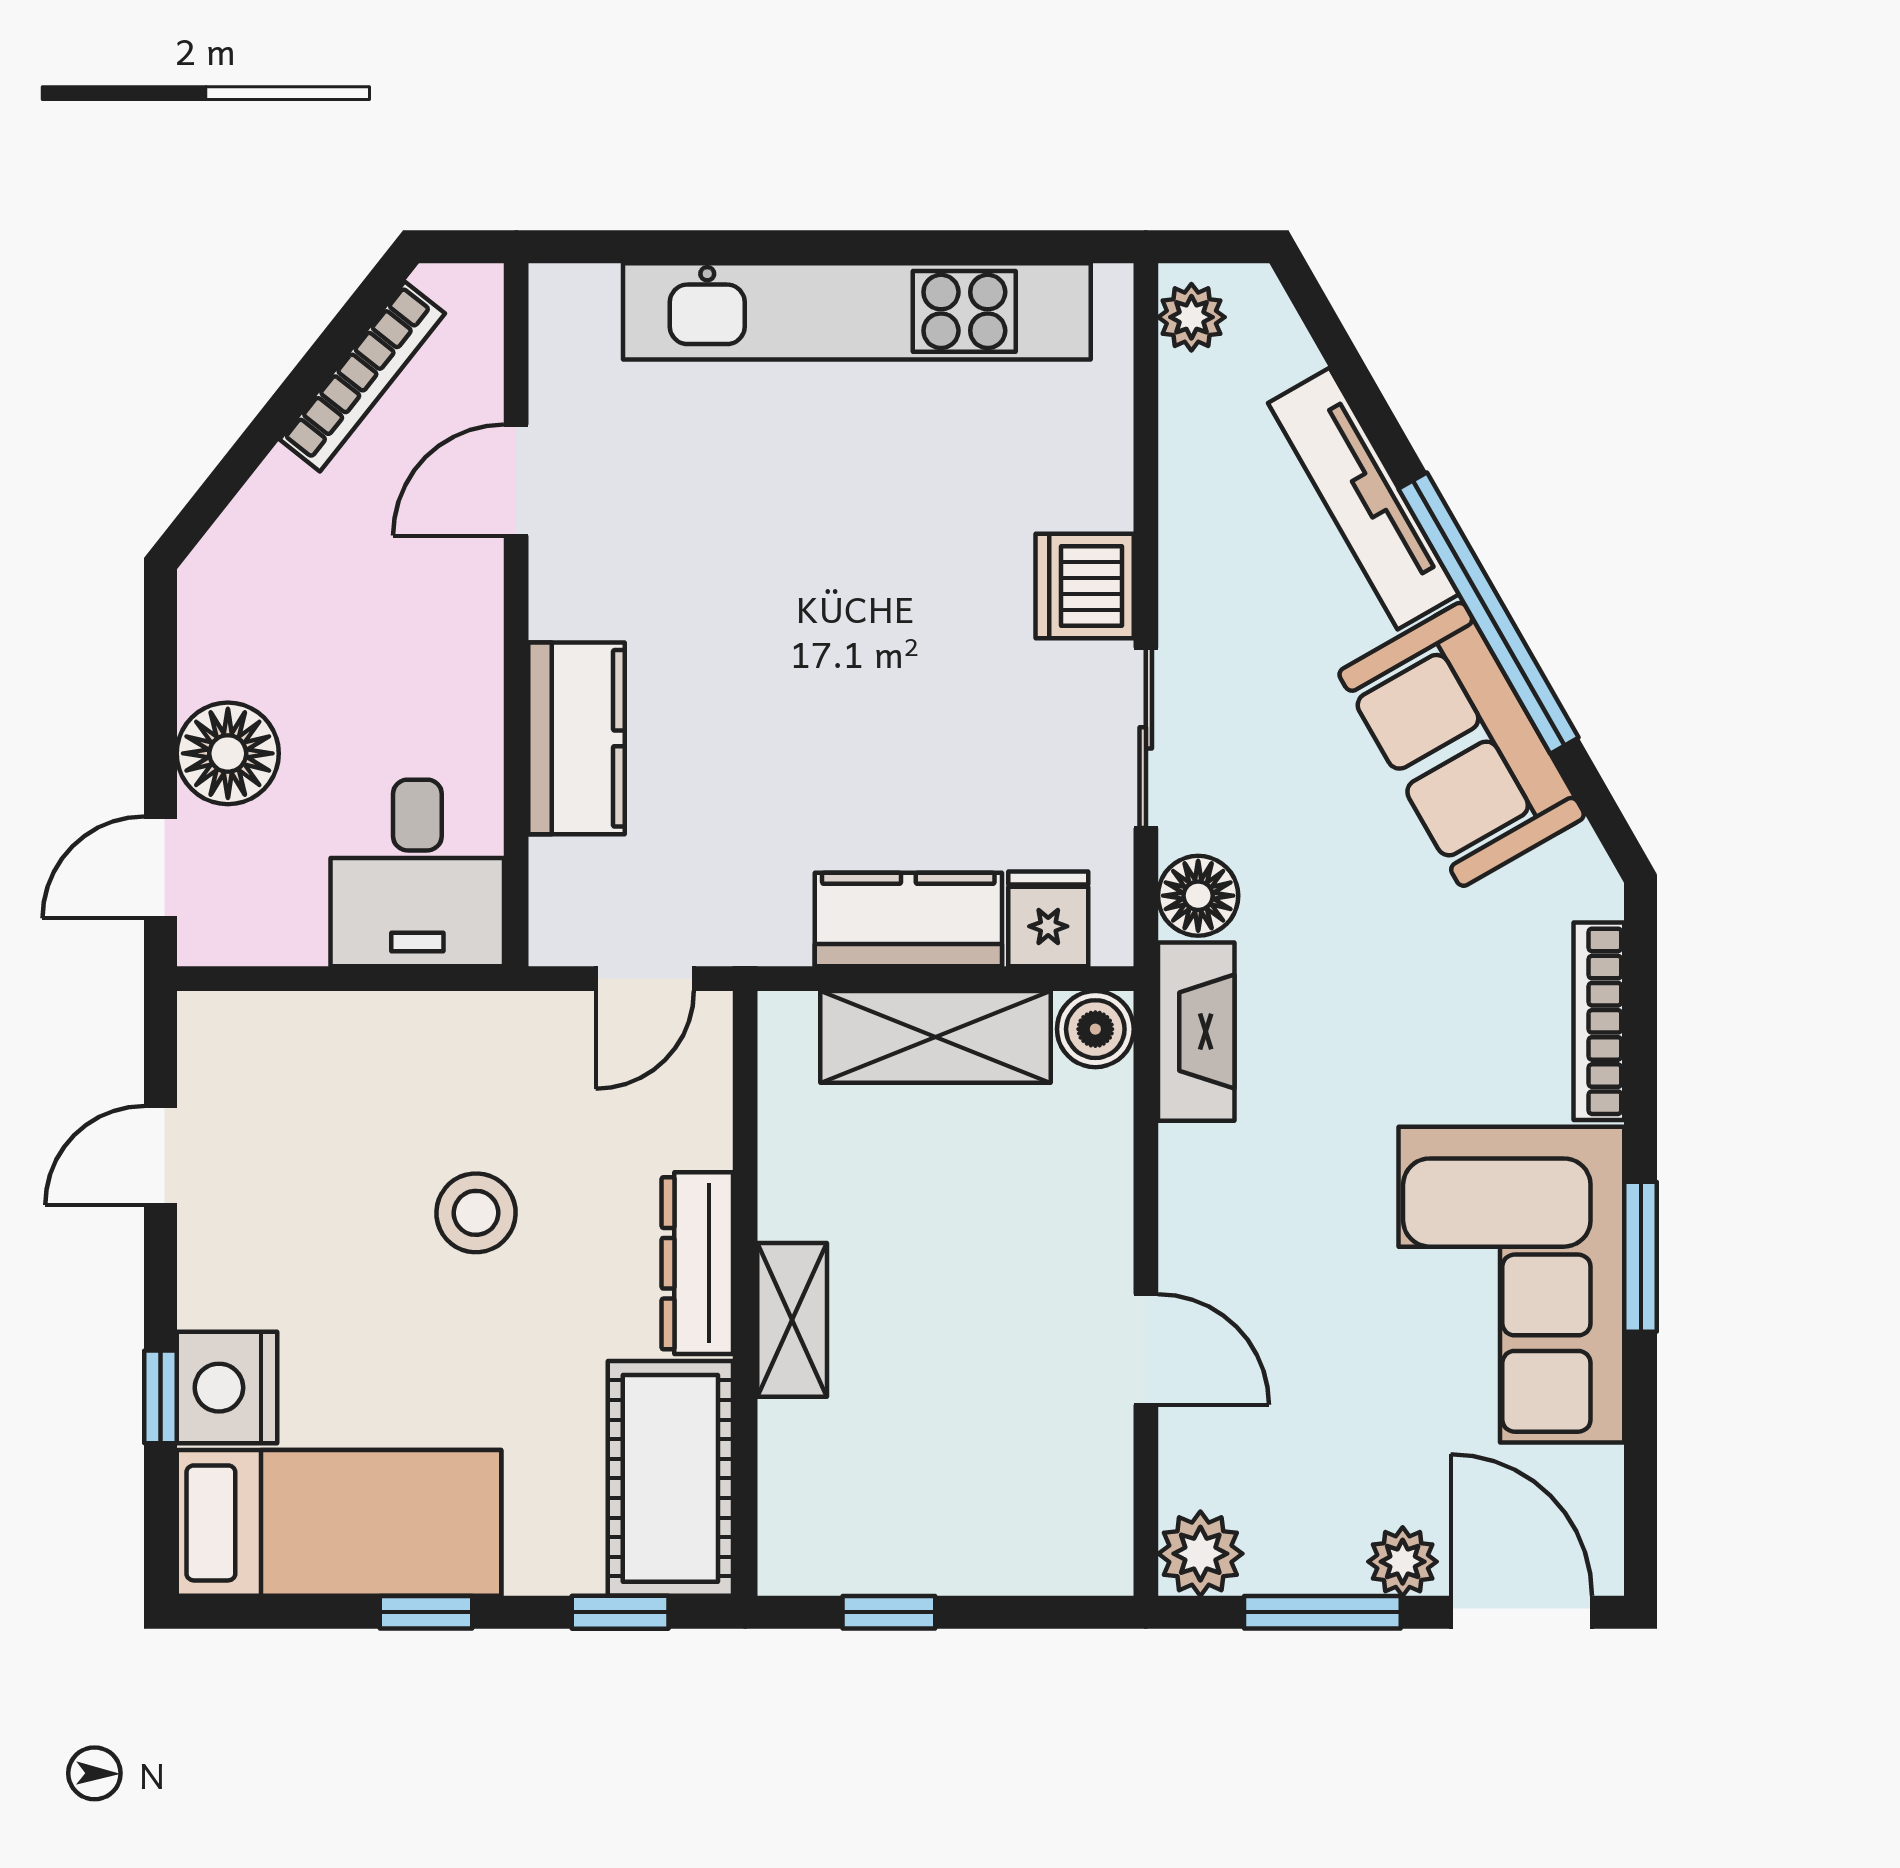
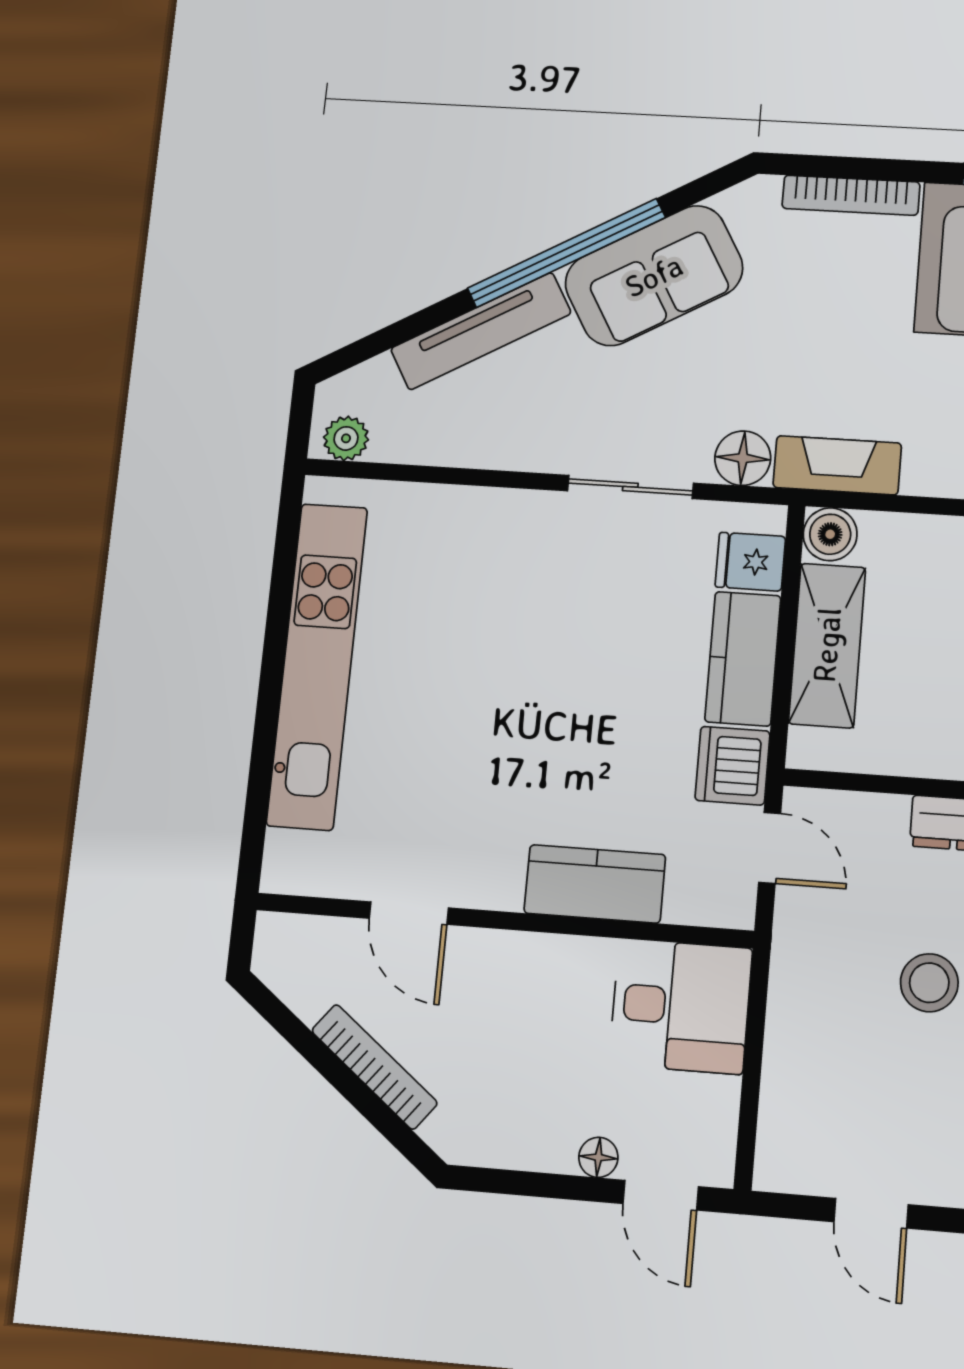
bookcase: (362, 376) -> (374, 1067), moved
dishwasher: (1085, 586) -> (732, 766), moved, turned 90
floor lamp: (228, 753) -> (598, 1157), width x0.53, depth x0.53

